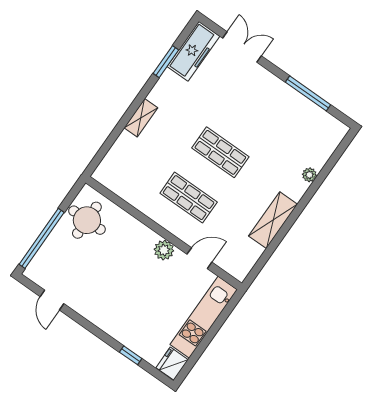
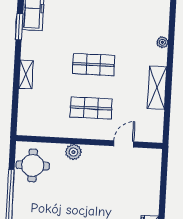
plant: (164, 250) -> (73, 152), moved
kitchen unit: (204, 317) -> (151, 181), removed

